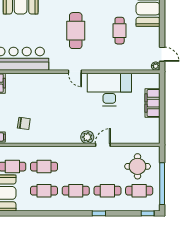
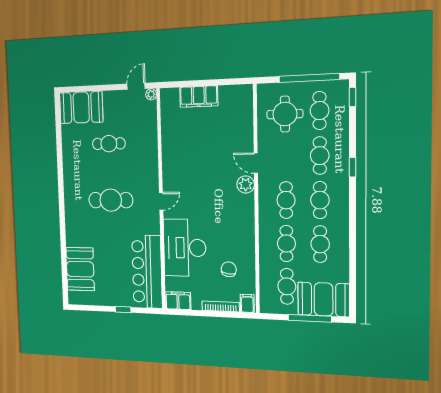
desk: (109, 89) -> (185, 248), moved
cafe table: (76, 167) -> (286, 200), added

